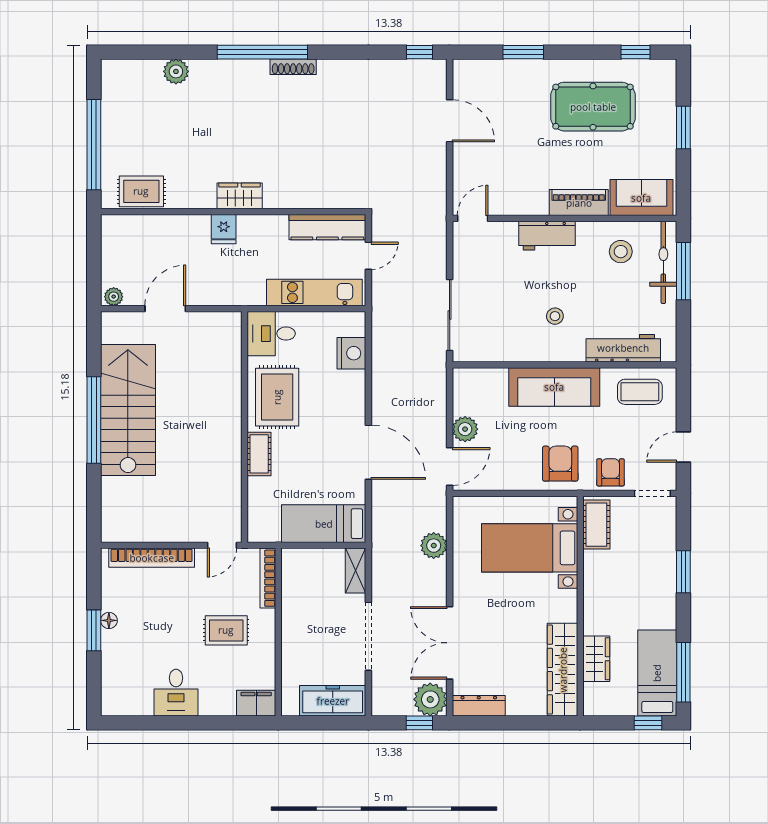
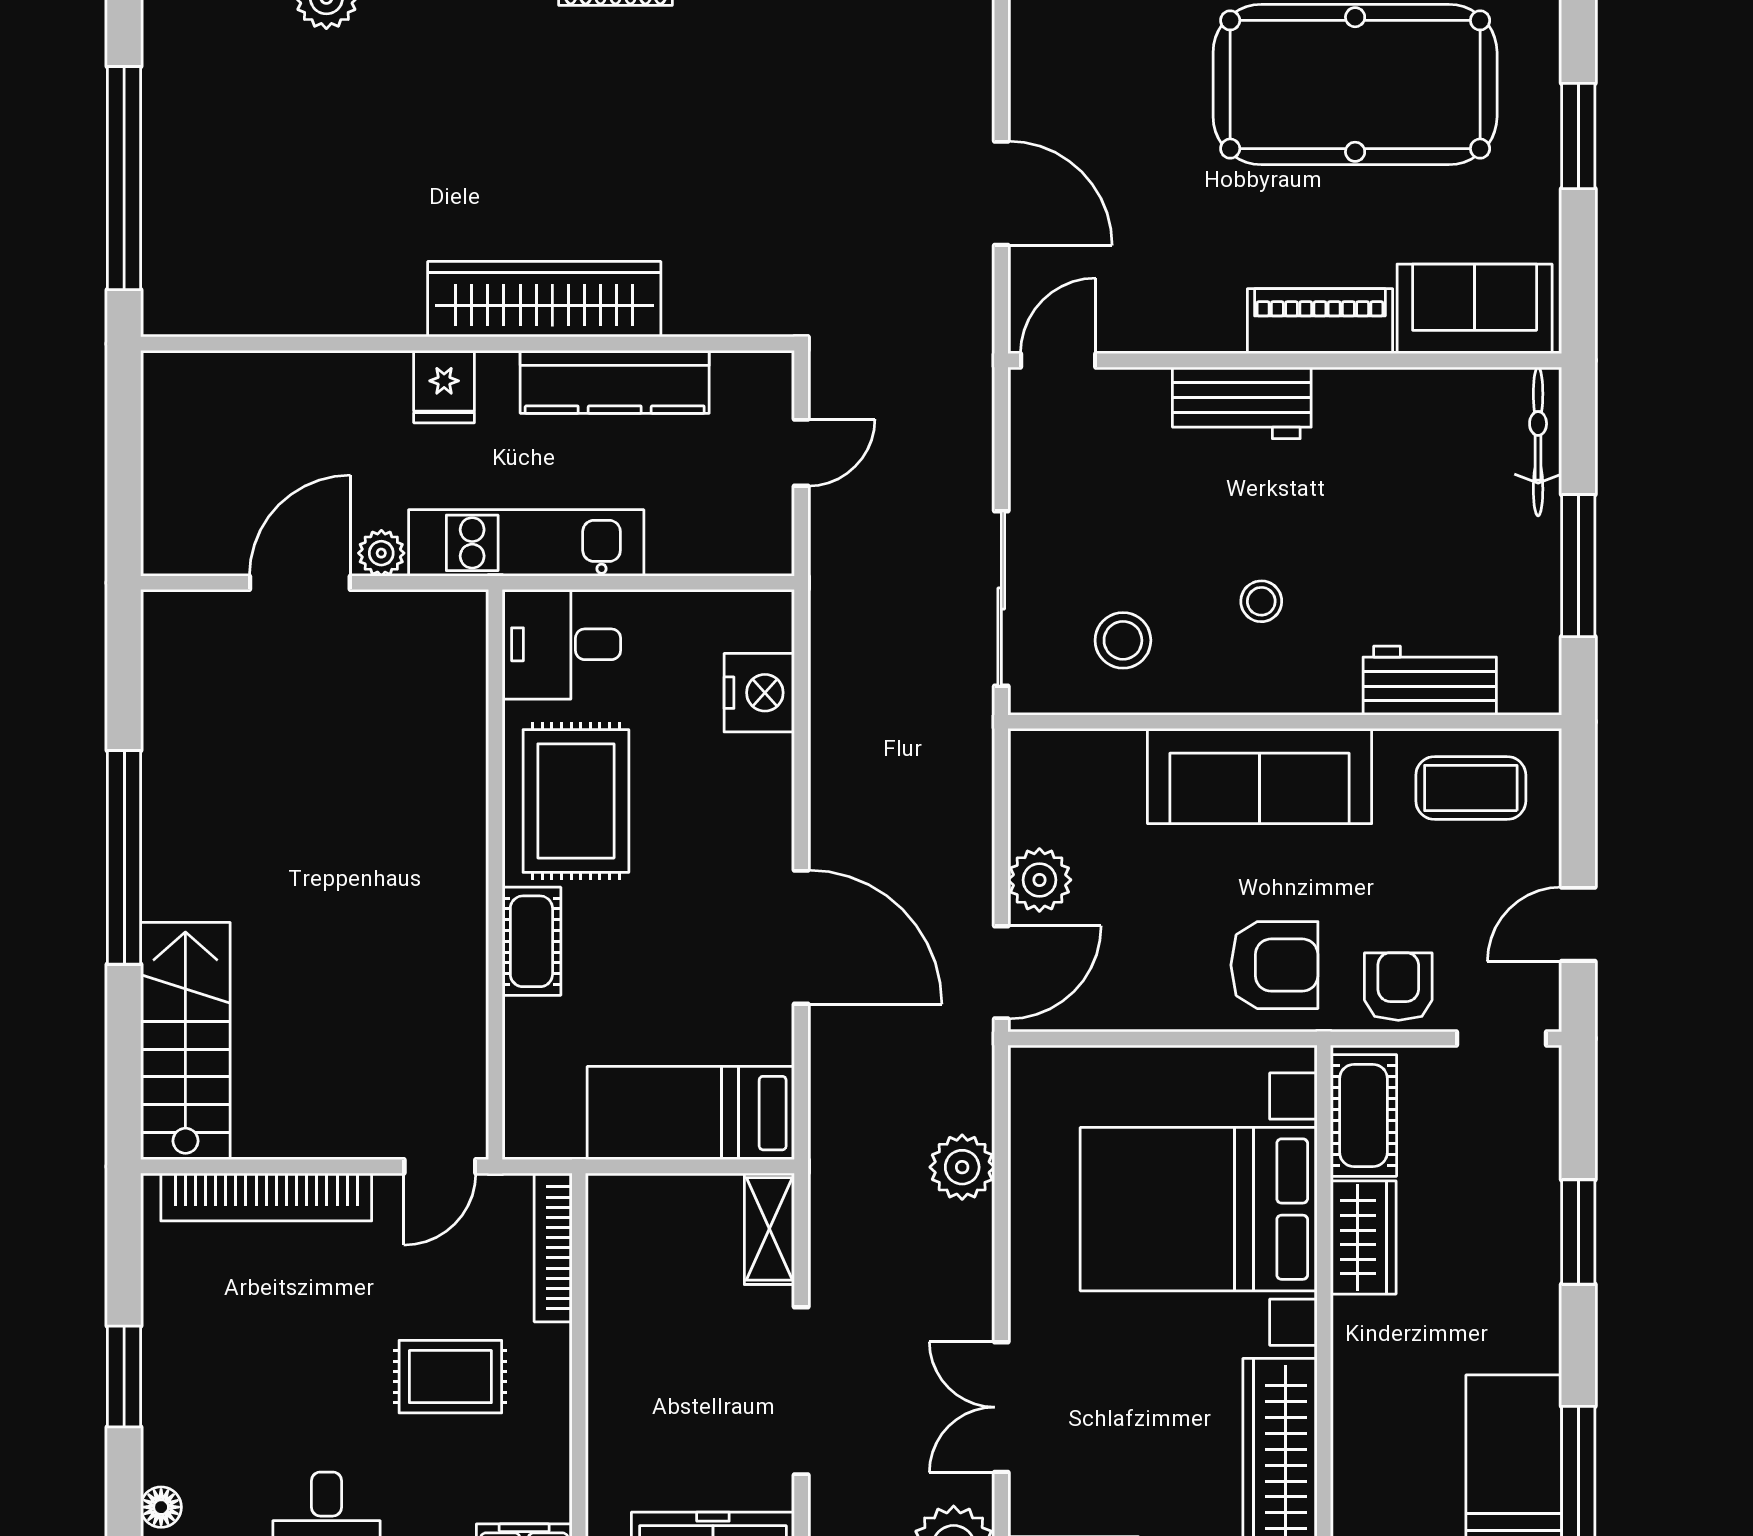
pool table: (593, 107) -> (1355, 84), width x1.36, depth x1.32
door: (450, 121) -> (1001, 193), moved
rug: (141, 191) -> (241, 294), removed
wardrobe: (240, 196) -> (544, 299), width x2.10, depth x1.17
kitchen counter: (327, 227) -> (615, 382), moved
stool: (621, 252) -> (1123, 640), moved
bicycle: (663, 262) -> (1538, 441), width x0.73, depth x0.71
window: (683, 271) -> (1578, 566), moved
kitchen unit: (314, 292) -> (526, 543), moved
plant: (114, 297) -> (381, 553), moved
workbench: (623, 348) -> (1430, 681), width x0.73
stairs: (128, 410) -> (185, 1041), moved, width x0.73, depth x0.66
armchair: (560, 464) -> (1274, 965), turned 90
bed with nightstands: (530, 548) -> (1199, 1209), width x1.36
floor lamp: (109, 620) -> (161, 1507), moved
double door: (450, 643) -> (1001, 1407), width x0.73
wardrobe: (596, 659) -> (1363, 1237), moved

